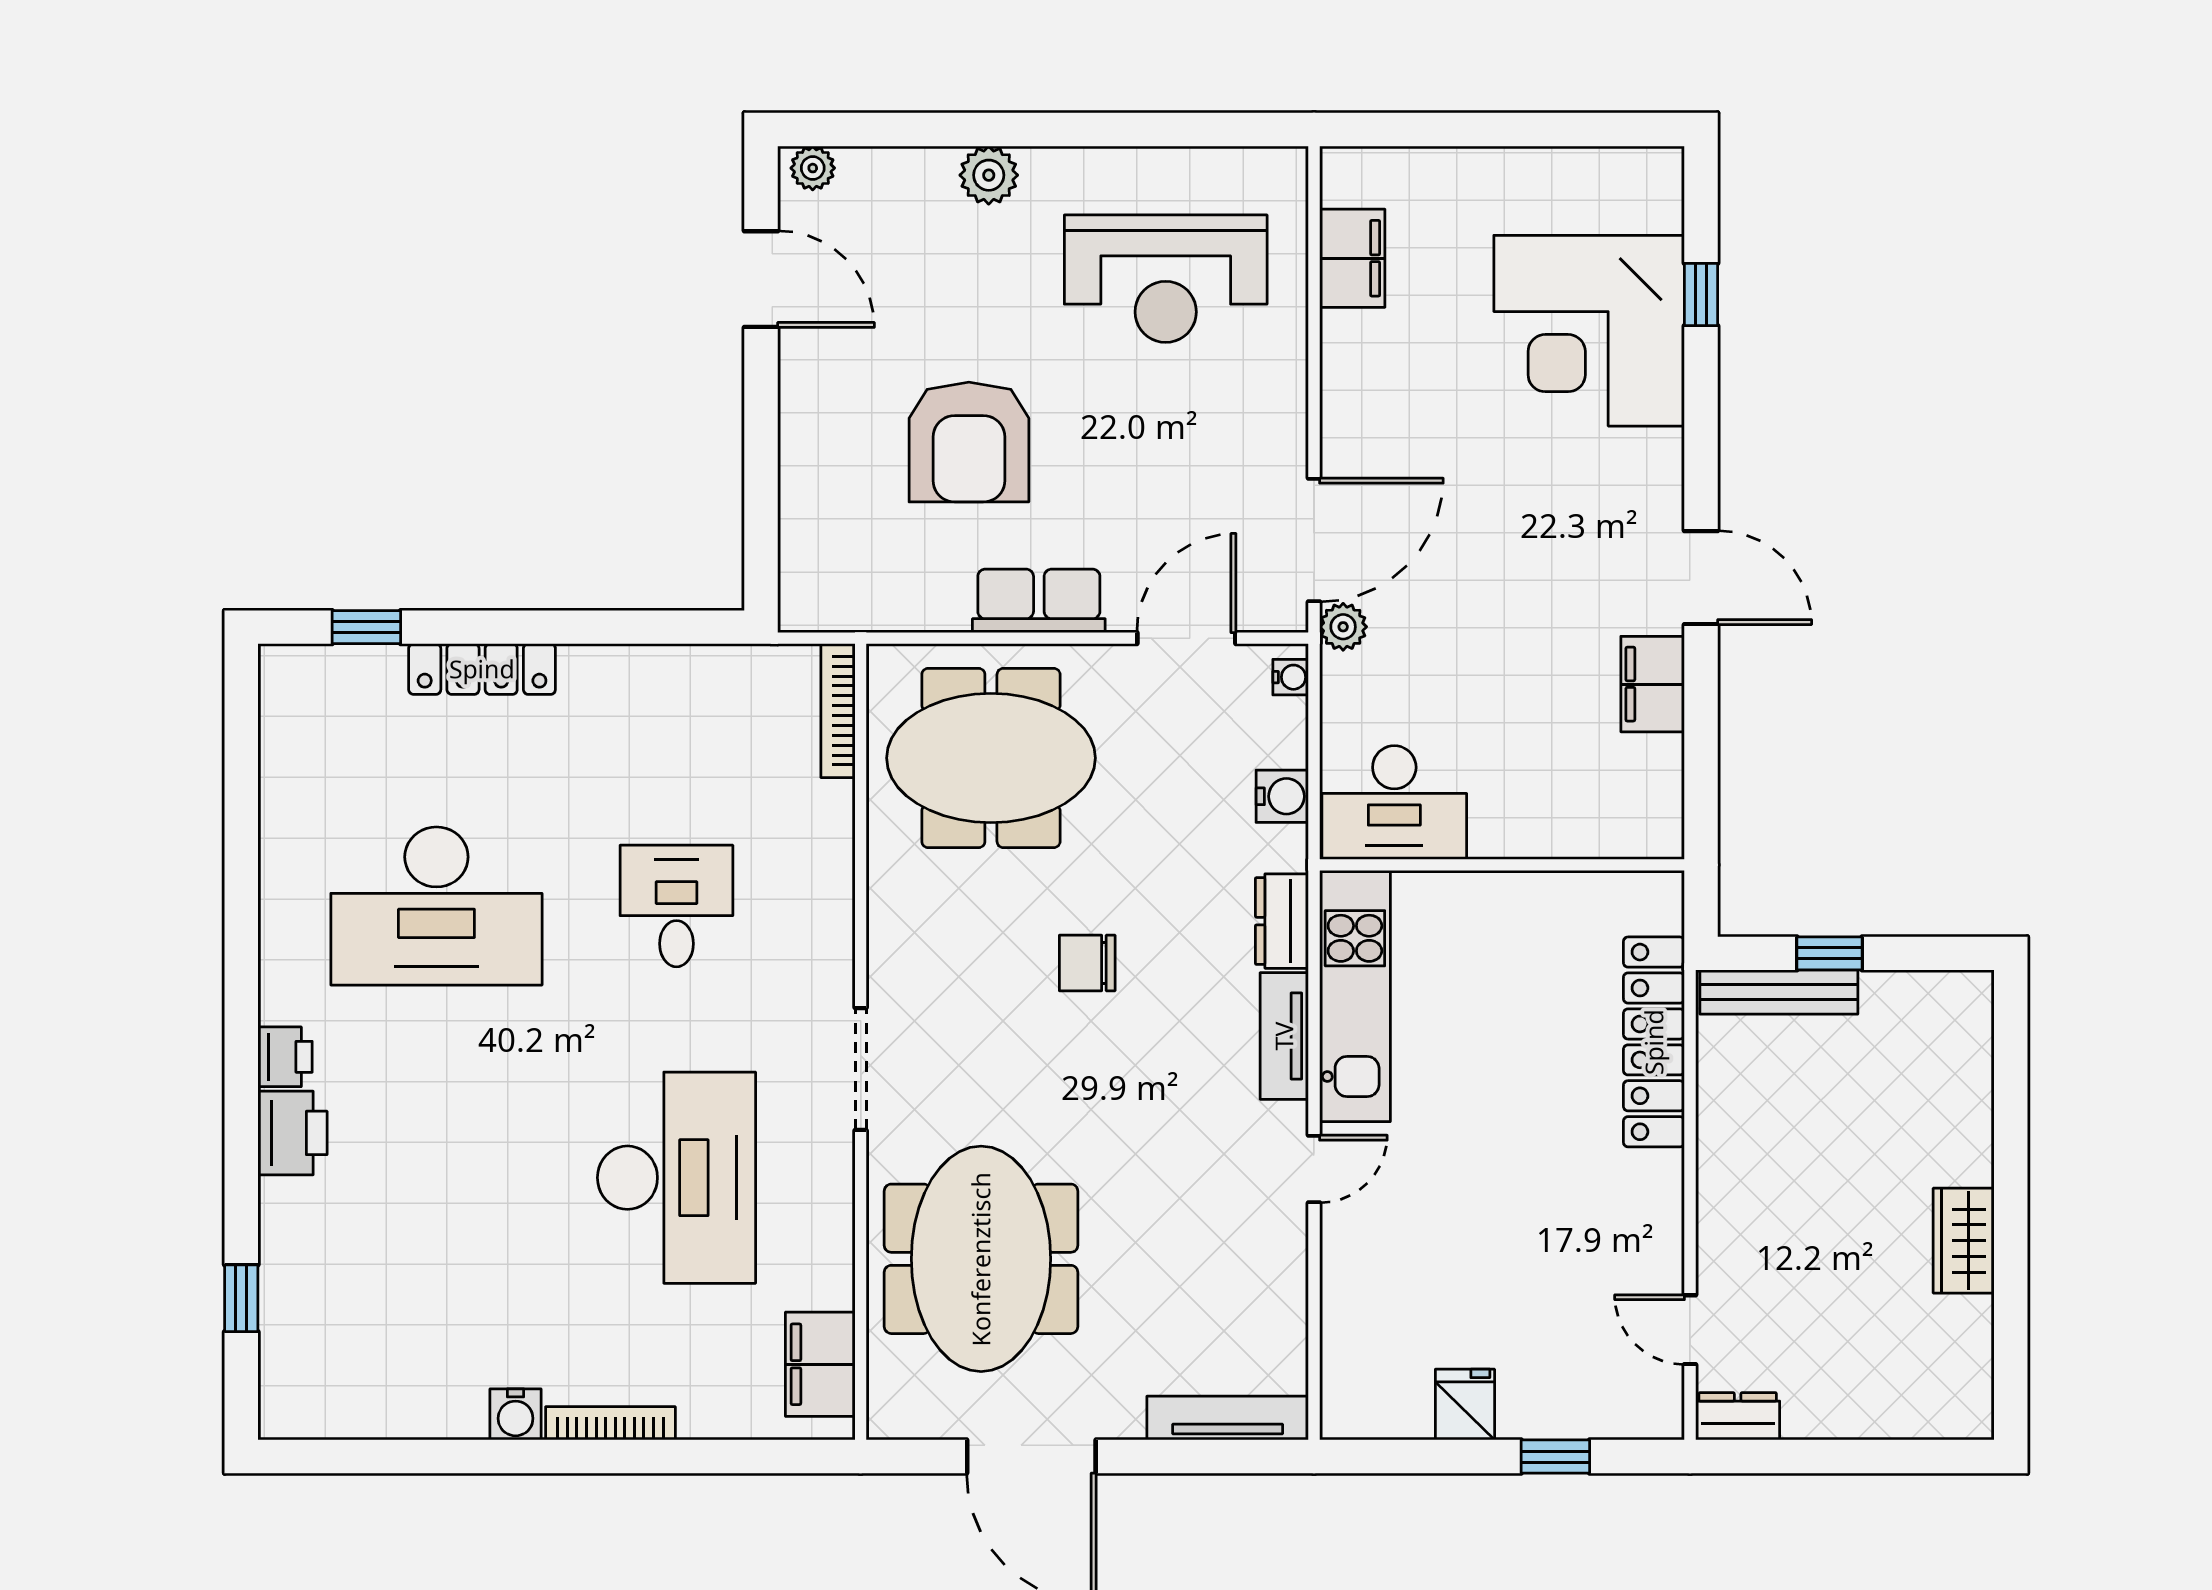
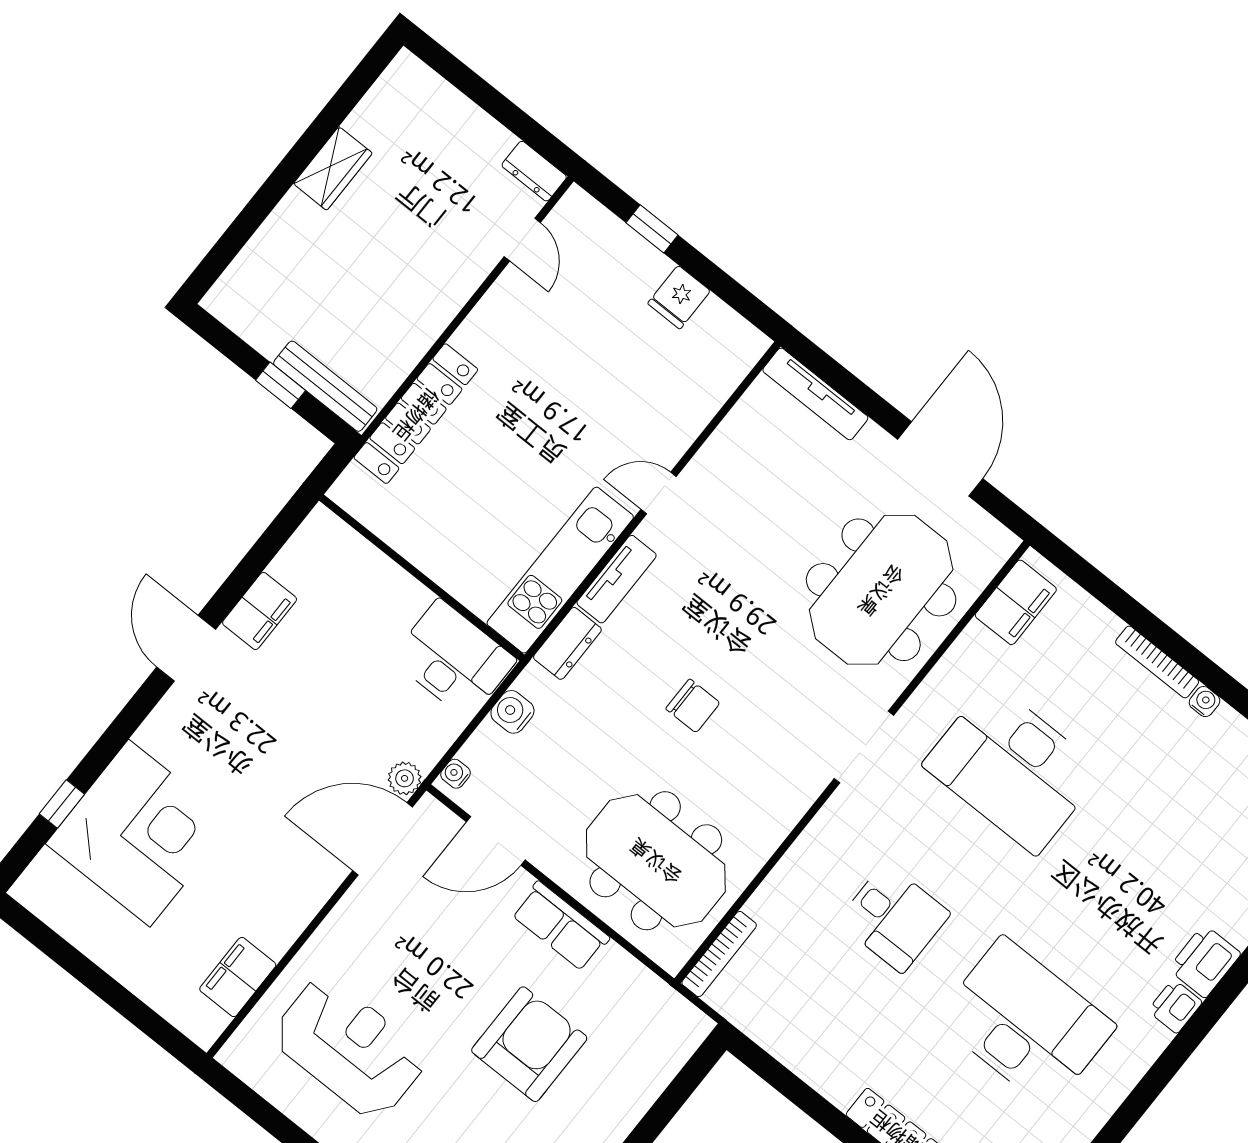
desk: (676, 906) -> (894, 917), turned -90
desk: (676, 1178) -> (1013, 768), turned -90
water cooler: (516, 1414) -> (1205, 702), width x0.72, depth x0.72

